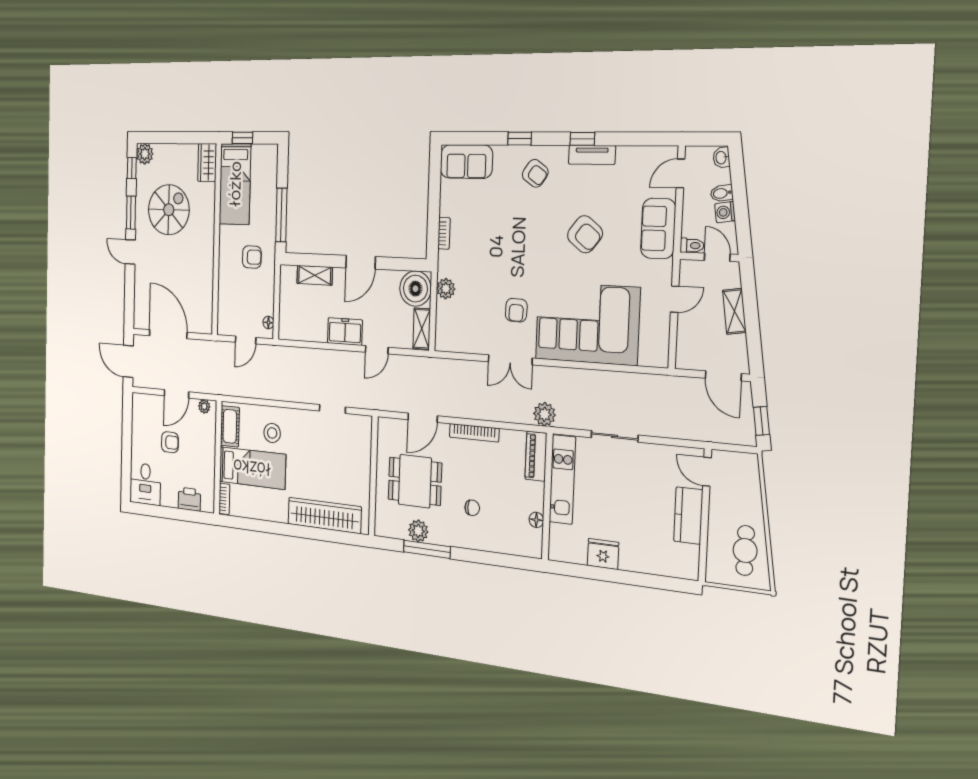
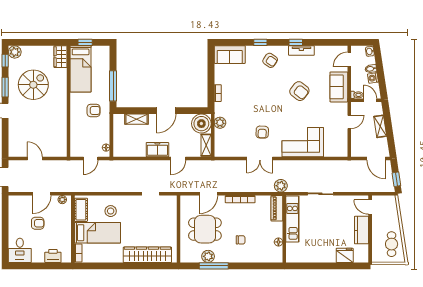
corner sofa: (587, 324) -> (303, 142), width x0.73, depth x0.74
door: (168, 334) -> (35, 159), width x0.53
fridge: (603, 554) -> (345, 255), moved

